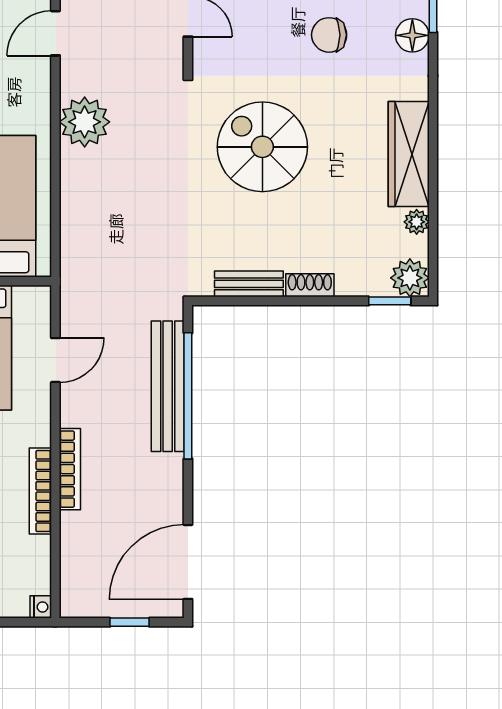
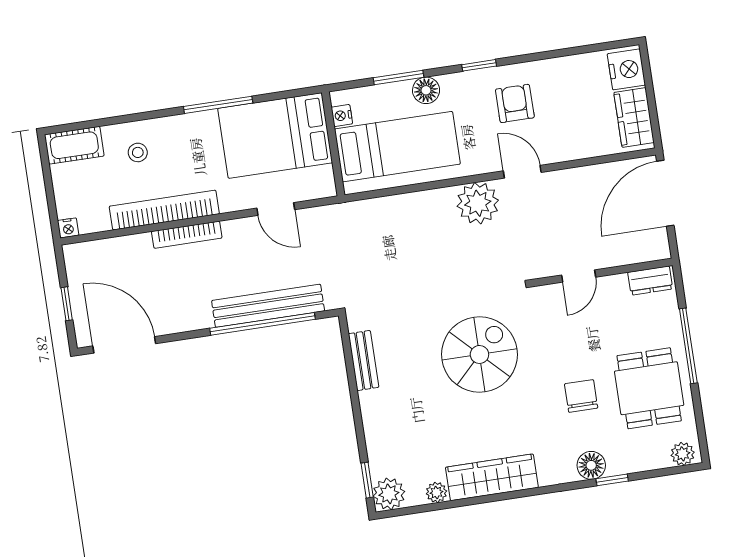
door: (55, 33) -> (522, 172), moved
shoe rack: (310, 285) -> (370, 411), removed
bookcase: (40, 491) -> (164, 210), width x1.48, depth x1.31

